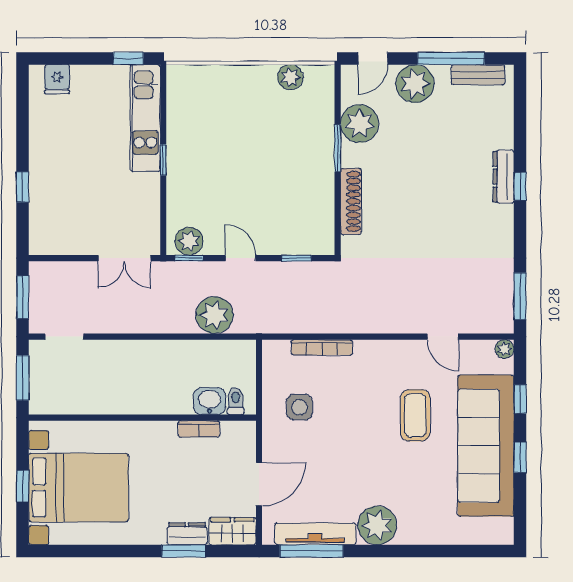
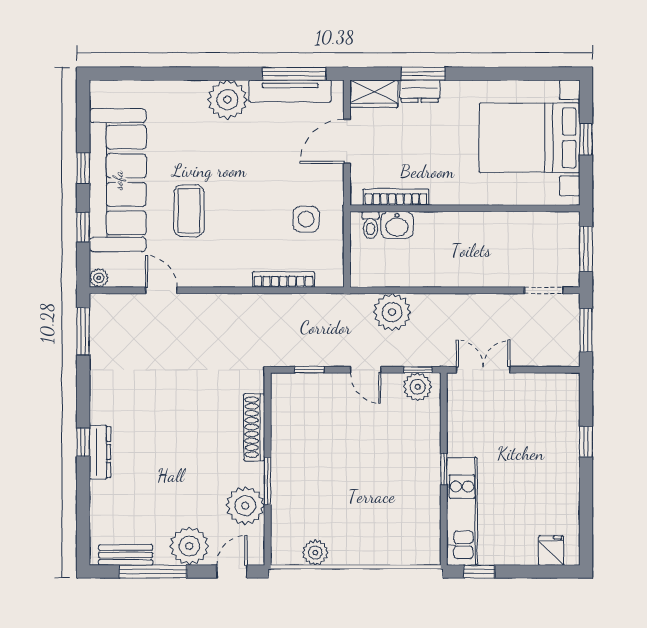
bookcase: (199, 429) -> (396, 197), width x1.56

